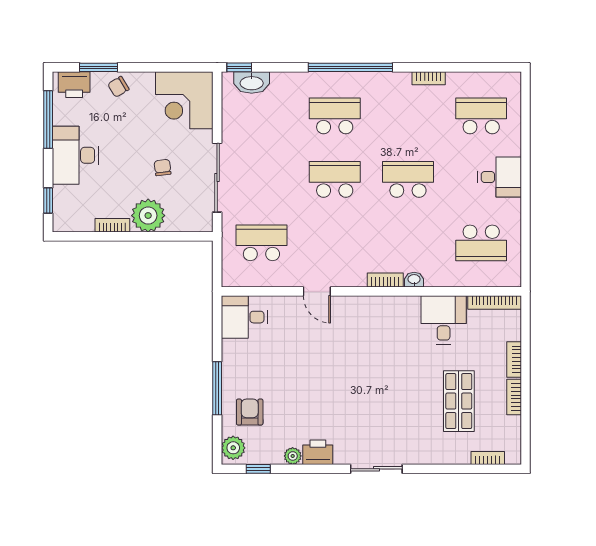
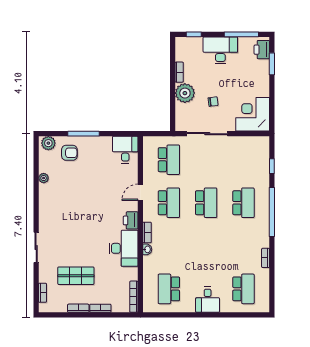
window: (239, 67) -> (272, 166), moved
washbasin: (252, 83) -> (263, 154), removed
chair: (118, 87) -> (261, 76), removed
school desk: (408, 179) -> (169, 203), moved
desk: (444, 320) -> (124, 248), moved, width x1.37
printer: (318, 452) -> (131, 220), moved, turned 180
window: (258, 469) -> (36, 158), removed
sliding door: (376, 469) -> (36, 247), moved

